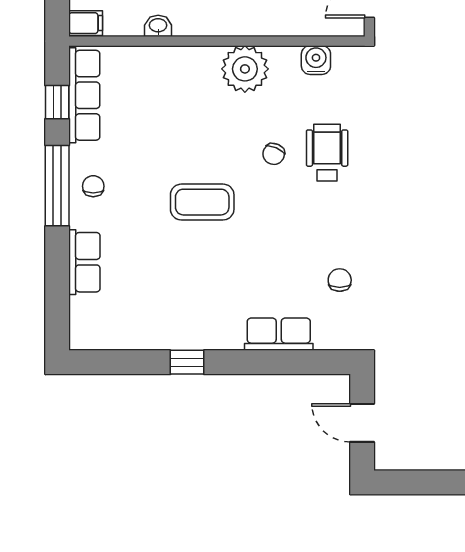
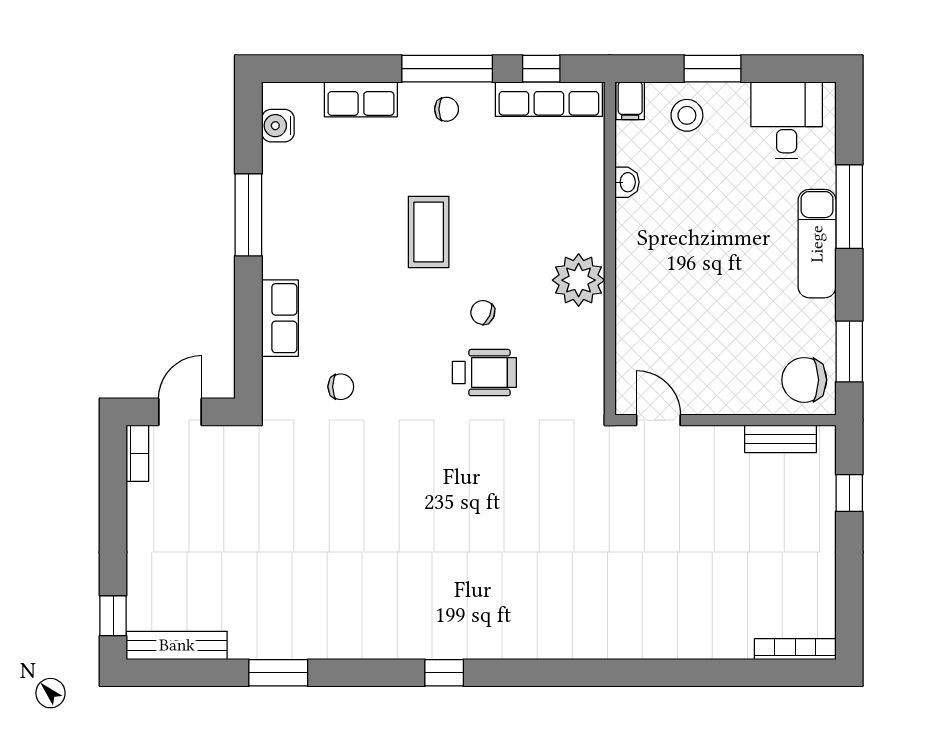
water cooler: (316, 60) -> (278, 126), moved, turned 180
window: (187, 362) -> (248, 215), width x2.17
bookcase: (399, 461) -> (137, 453), added

